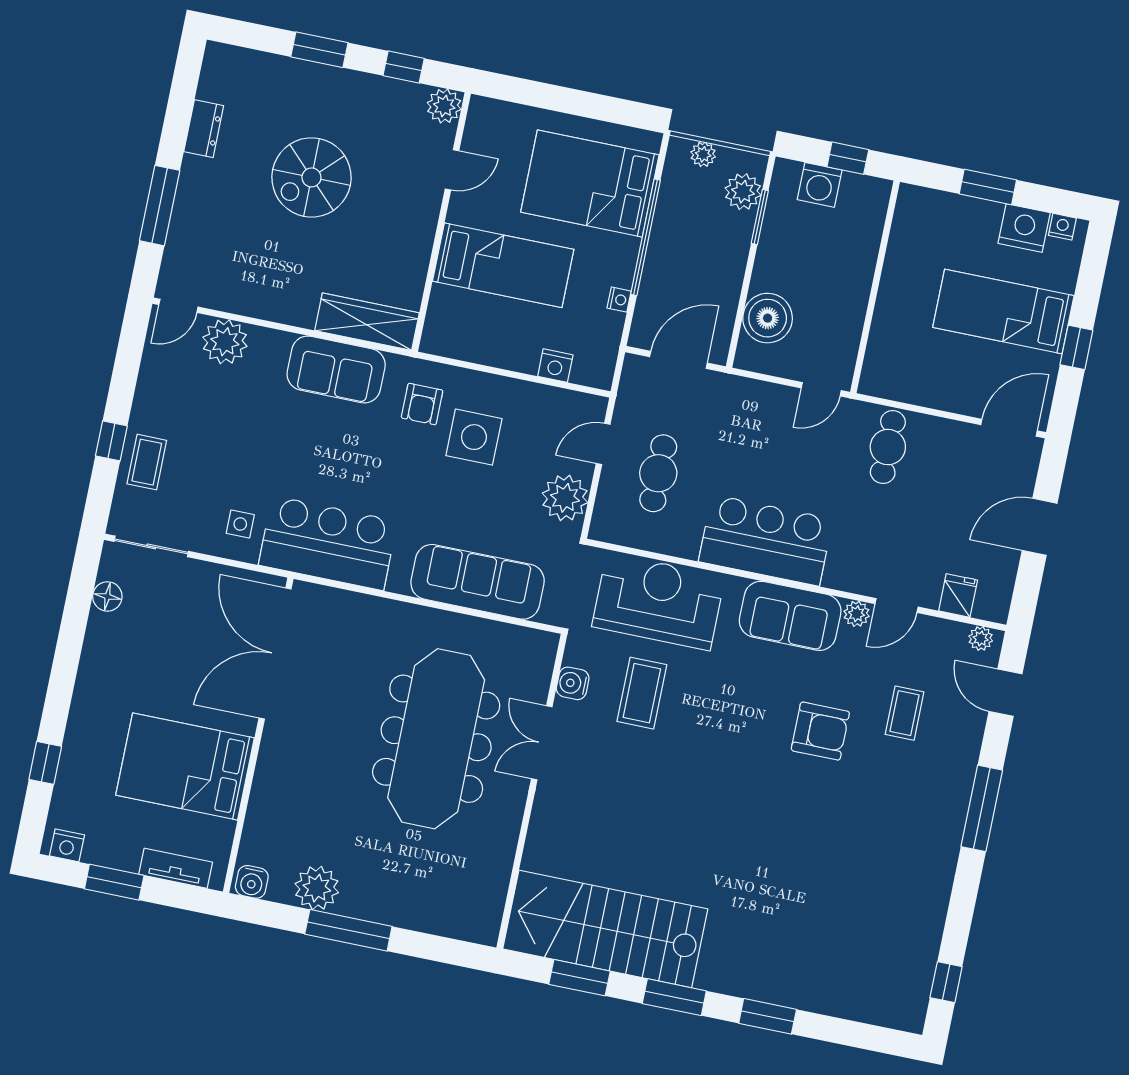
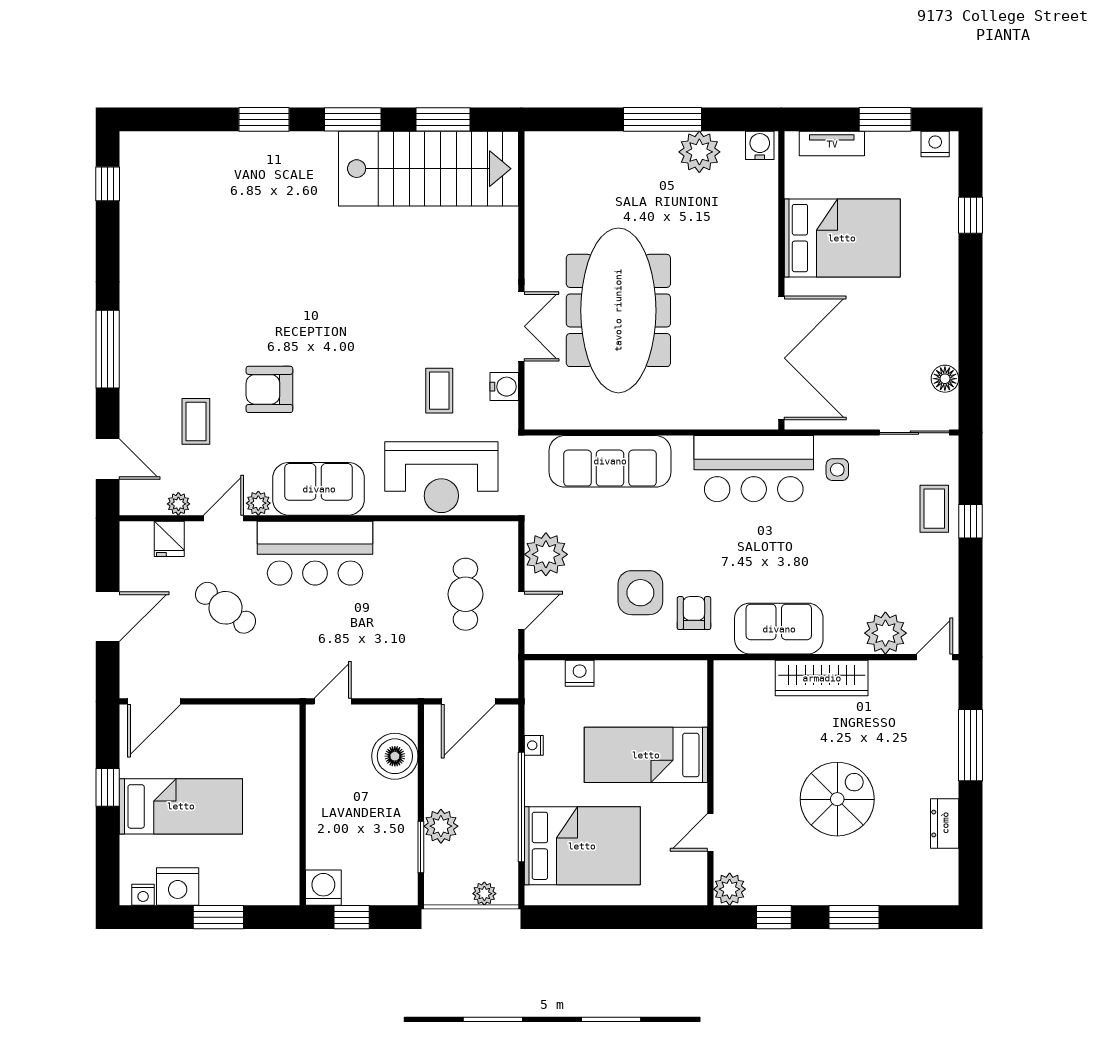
washing machine: (820, 185) -> (323, 888), moved
plant: (743, 192) -> (441, 826), moved
wardrobe: (367, 322) -> (822, 678), moved
cafe table: (888, 447) -> (226, 608), moved, turned -53
bar counter: (766, 540) -> (315, 553), moved
plant: (981, 638) -> (178, 504), moved
coffee table: (642, 693) -> (439, 391), width x0.73, depth x0.77

